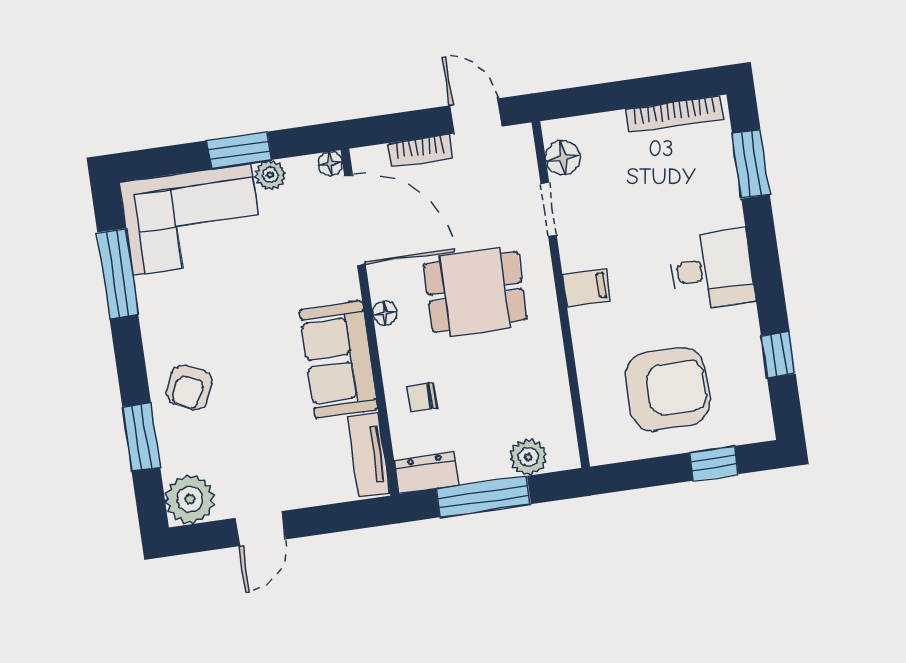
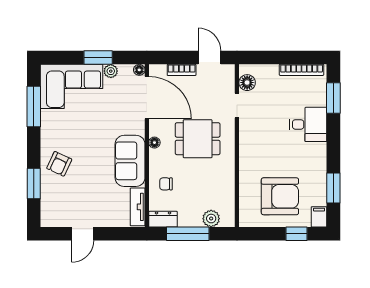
desk: (711, 270) -> (308, 124), moved
filing cabinet: (586, 287) -> (319, 217), moved, turned -90
window: (778, 355) -> (333, 188), width x1.50
plant: (190, 499) -> (52, 215), removed

